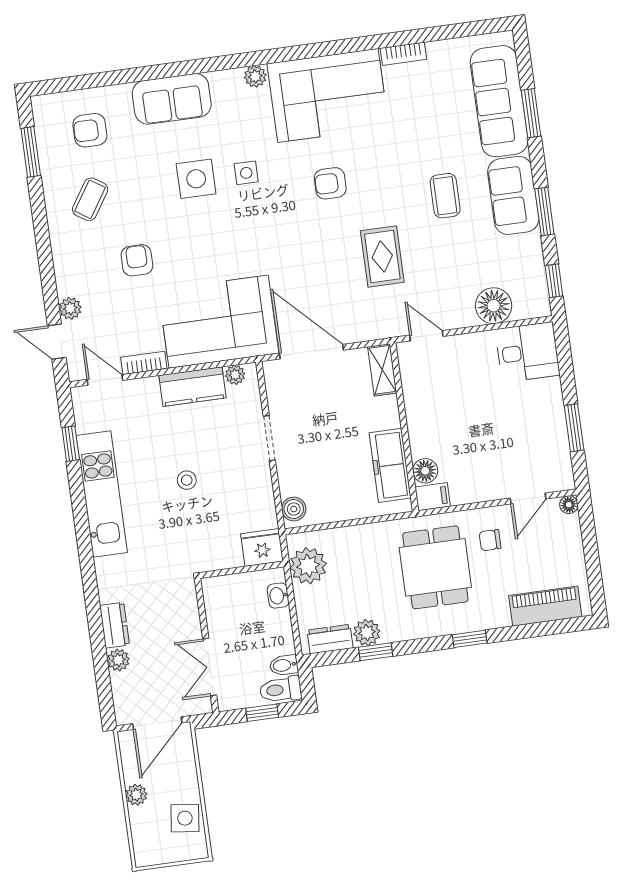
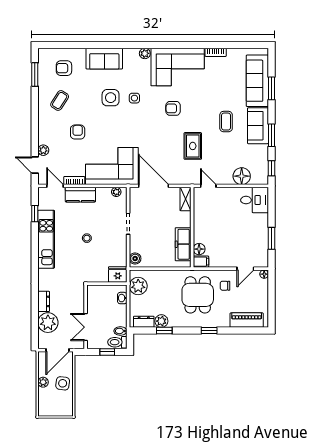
kitchen counter: (192, 387) -> (80, 195), moved
plant: (118, 660) -> (48, 323), width x1.87, depth x1.87
side table: (185, 818) -> (63, 383), moved

